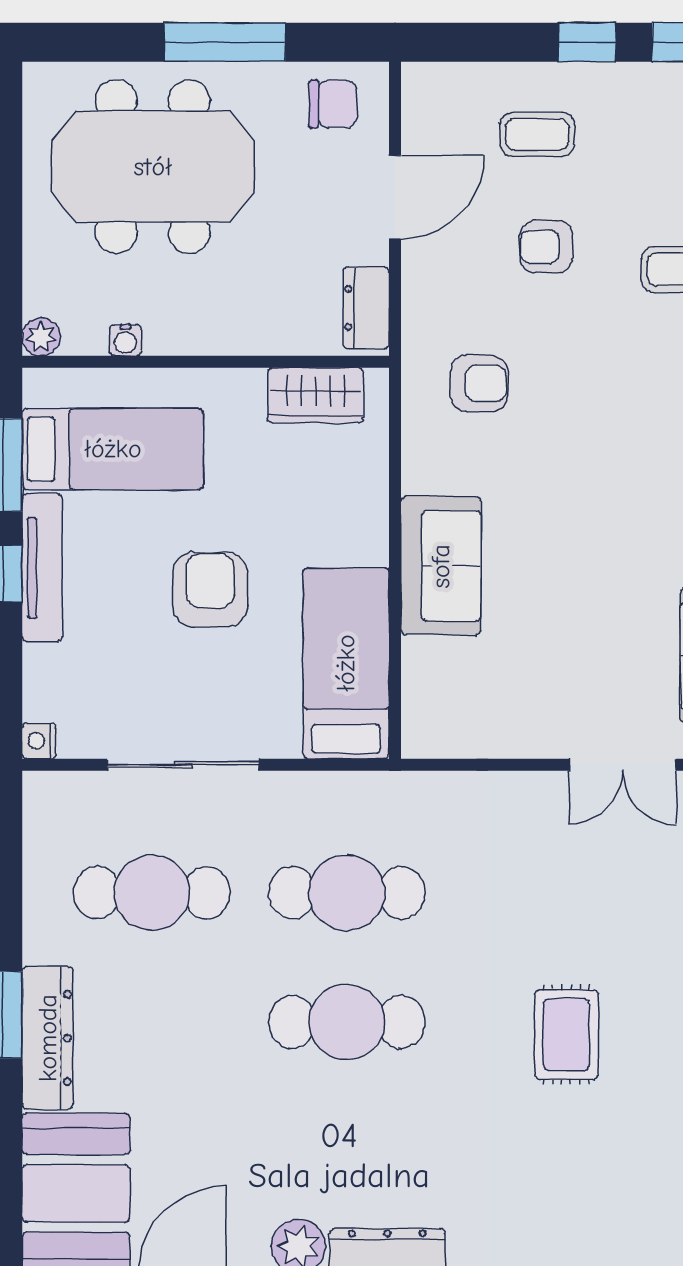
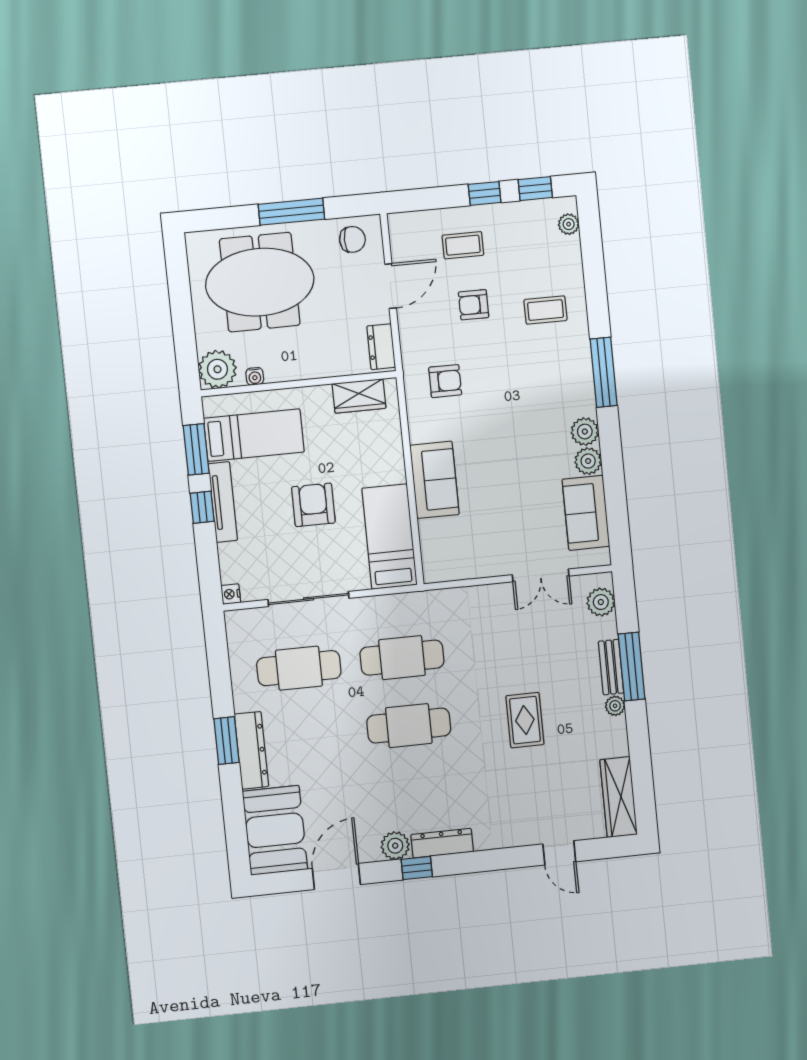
plant: (41, 337) -> (217, 369), width x1.88, depth x1.88

